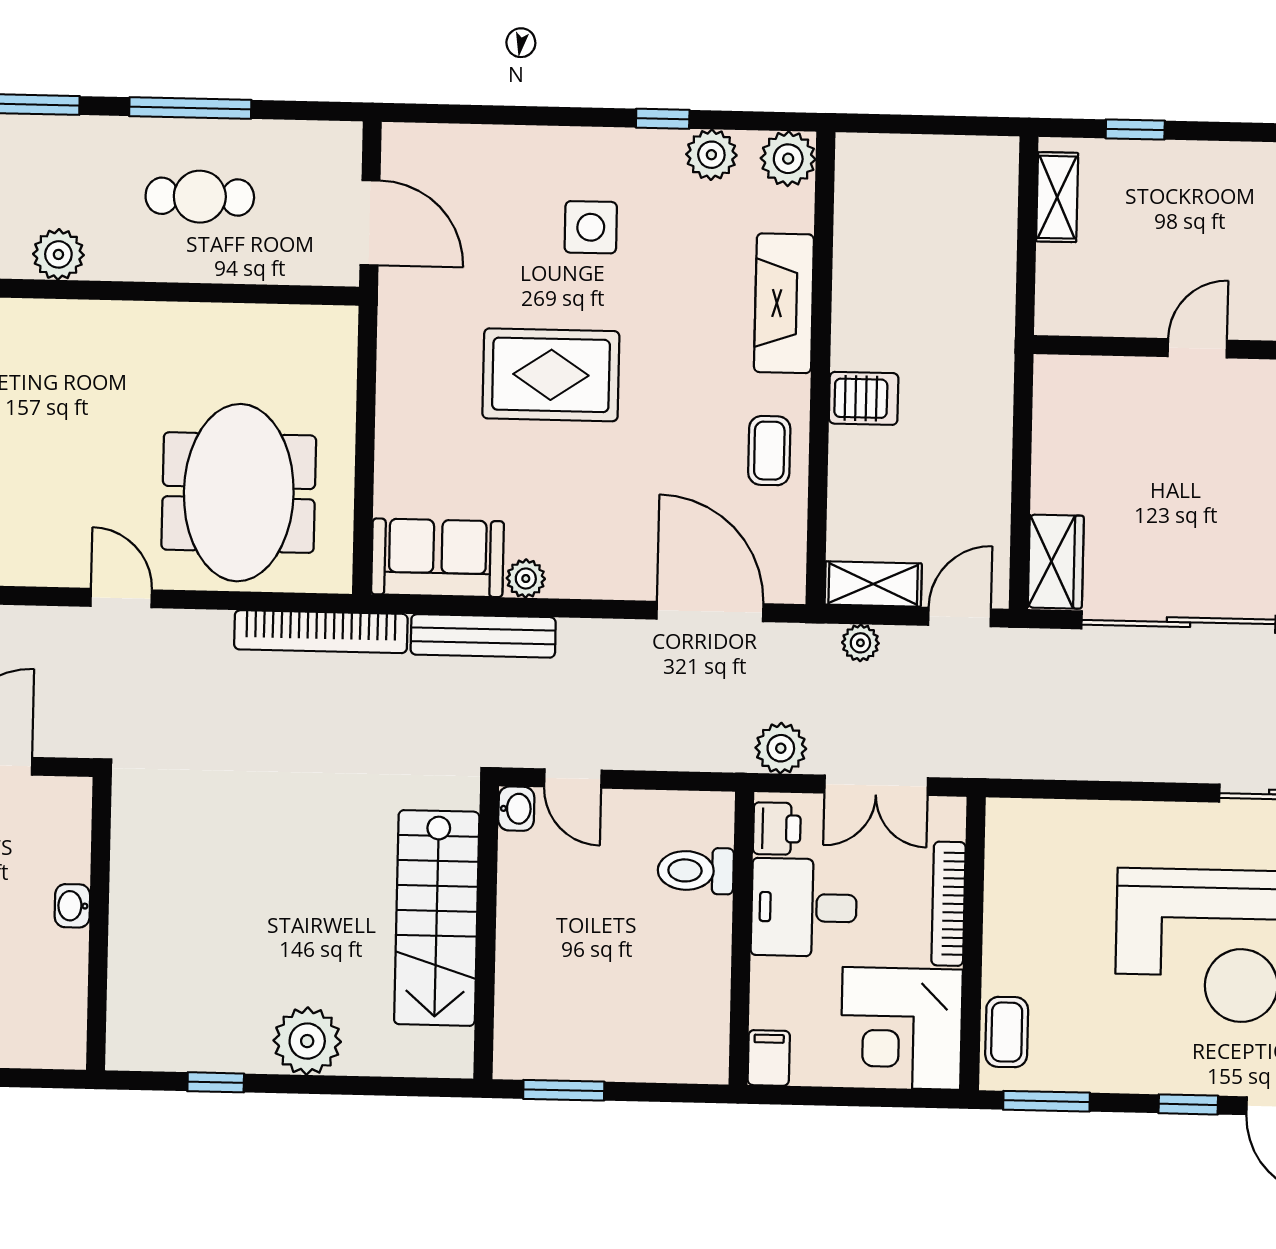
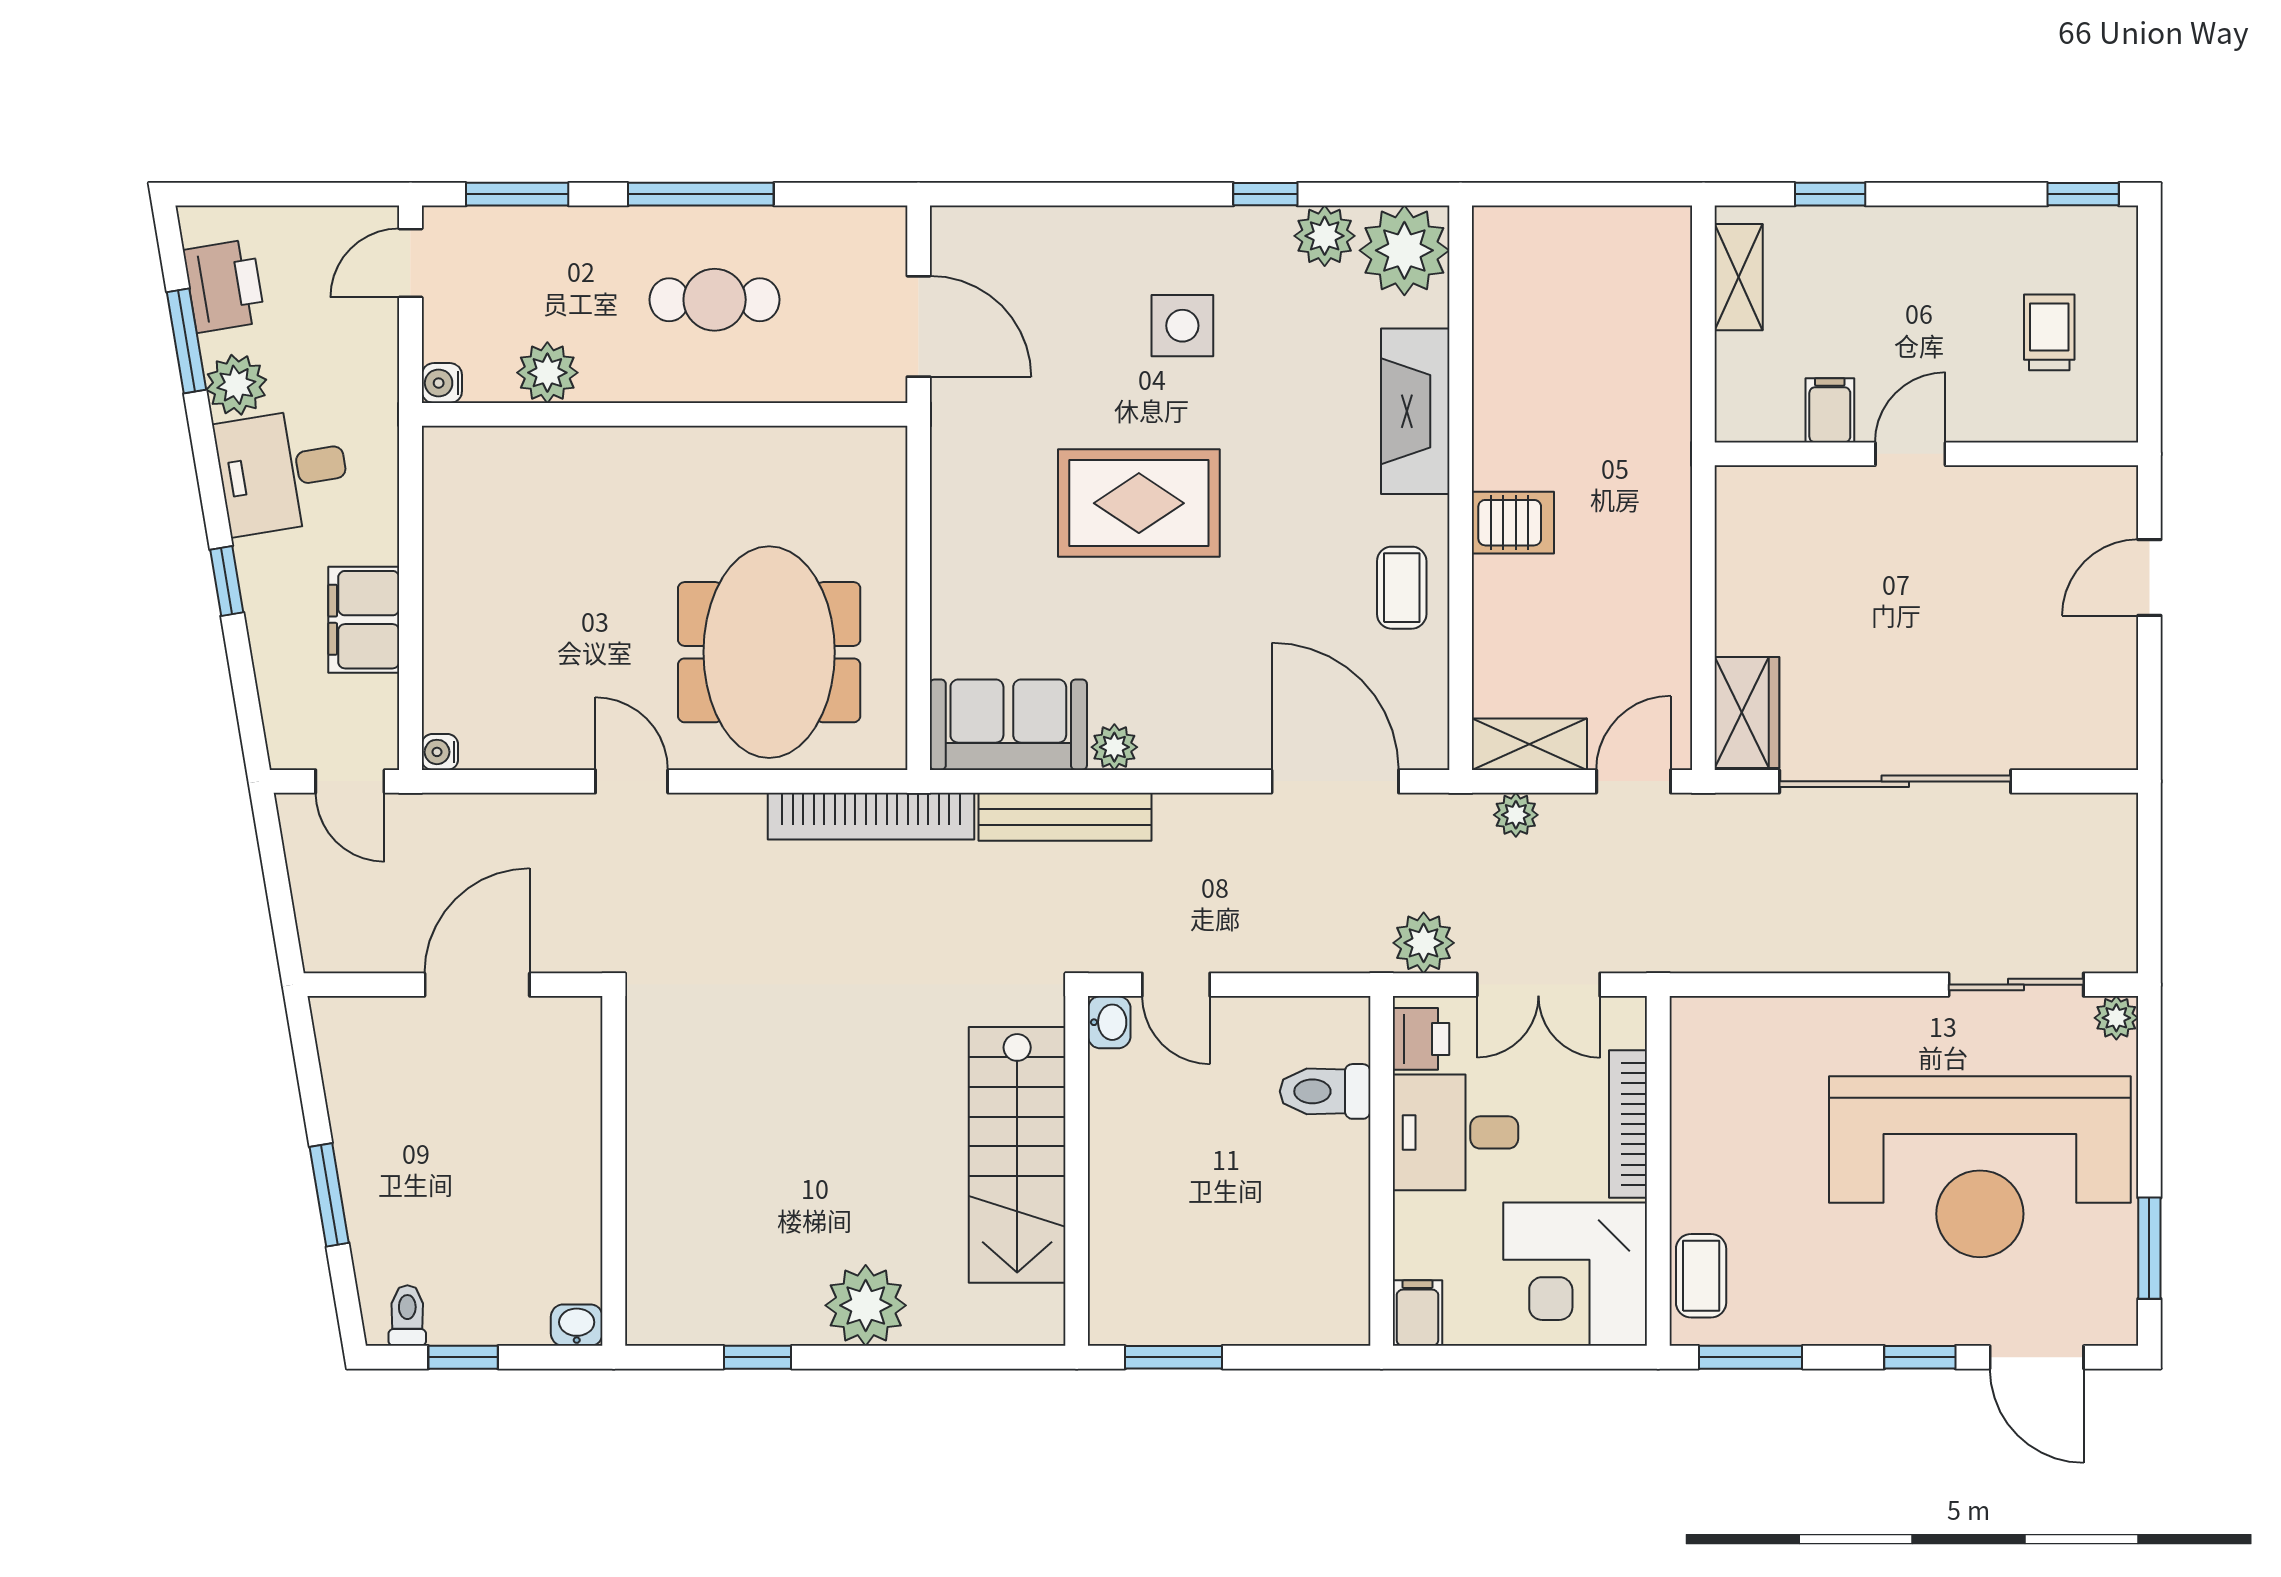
plant: (788, 159) -> (1404, 250), width x1.36, depth x1.36
filing cabinet: (1131, 310) -> (1830, 410), added
washbasin: (72, 906) -> (577, 1325), moved, turned 90

